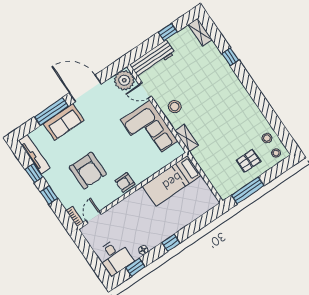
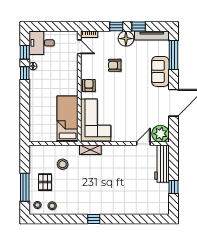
shelving: (200, 32) -> (158, 210), removed
window: (230, 57) -> (94, 219), moved
stool: (175, 107) -> (63, 164), moved
window: (51, 111) -> (173, 55), moved
corner sofa: (149, 131) -> (96, 120), moved, turned 90
armchair: (88, 171) -> (115, 65), width x0.53, depth x0.53
floor lamp: (54, 177) -> (126, 39), added
window: (248, 190) -> (25, 187), moved
window: (171, 243) -> (25, 73), moved

